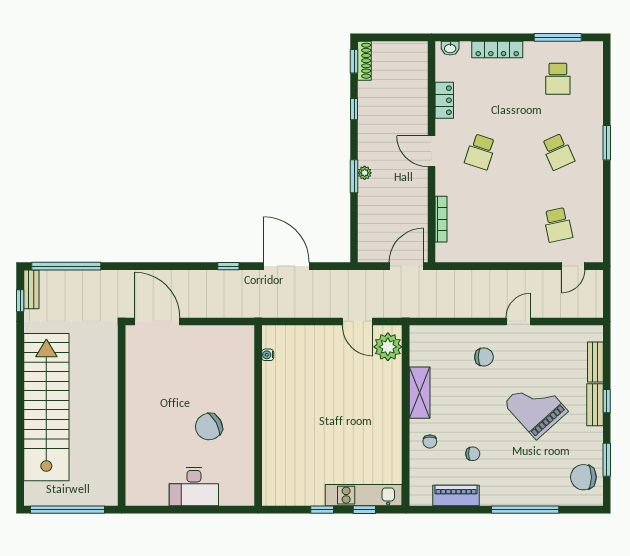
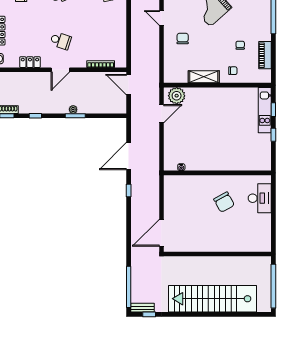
desk: (194, 487) -> (260, 198), moved

